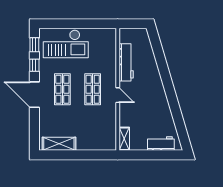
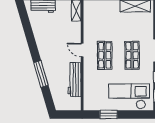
window: (88, 24) -> (109, 115), added
window: (163, 69) -> (41, 74), added

